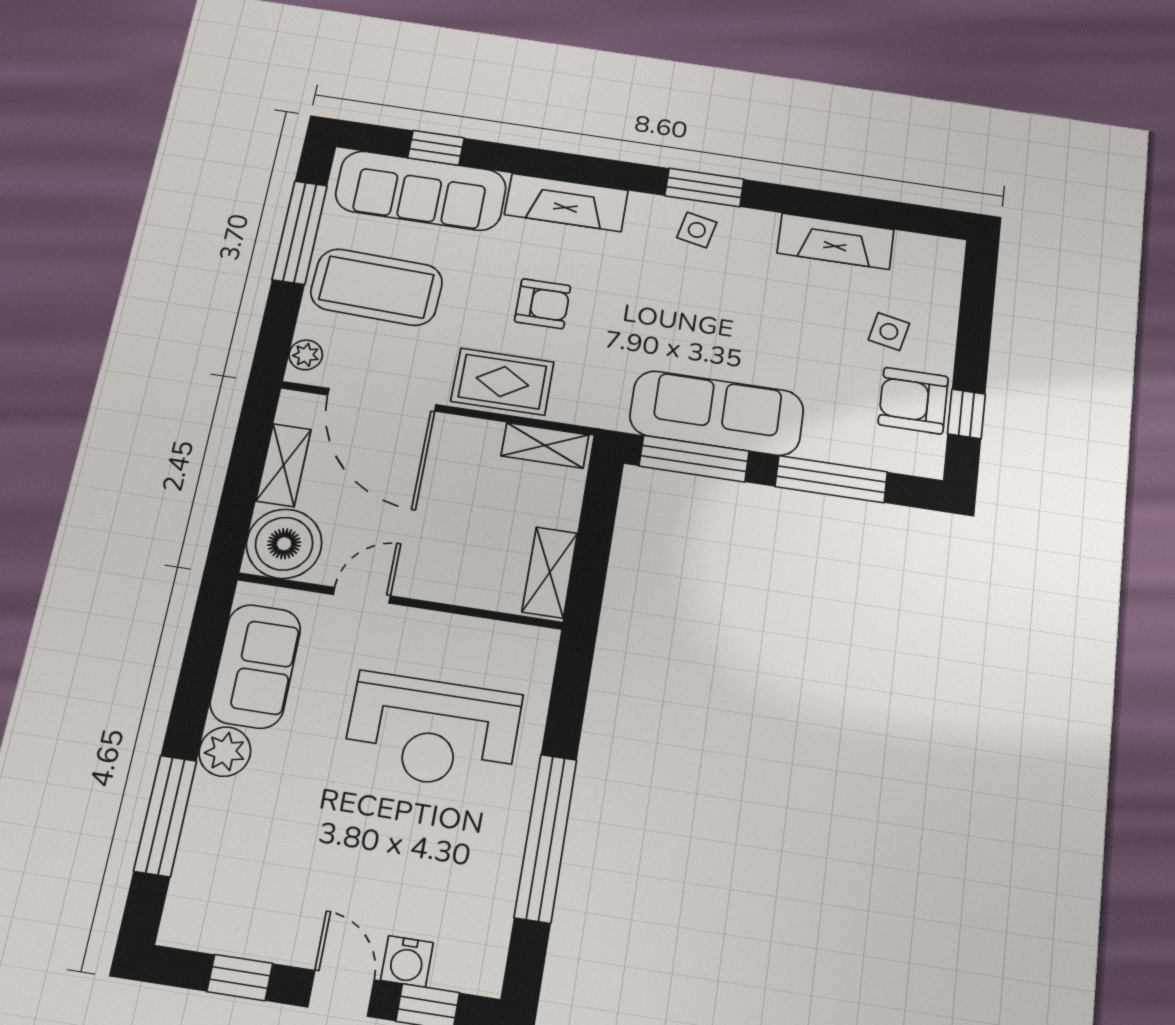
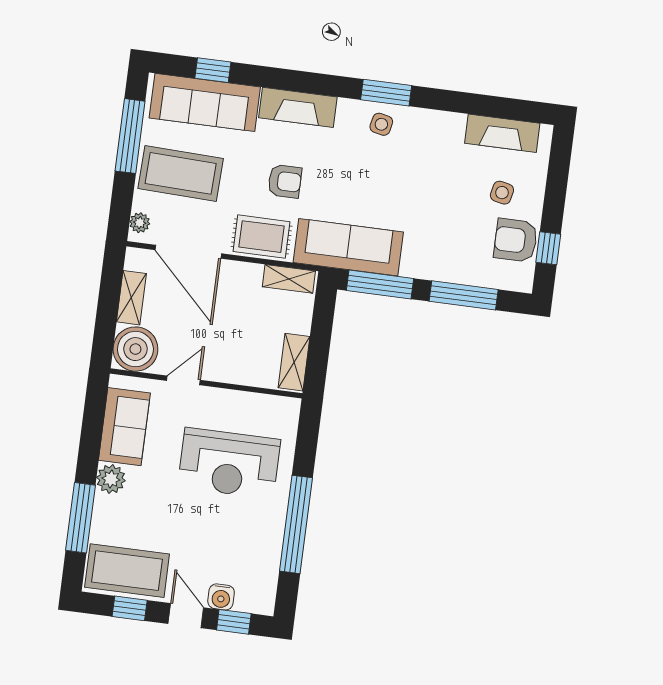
fireplace: (836, 241) -> (502, 133), moved
sofa: (717, 413) -> (348, 247), moved
coffee table: (240, 910) -> (127, 571), added

